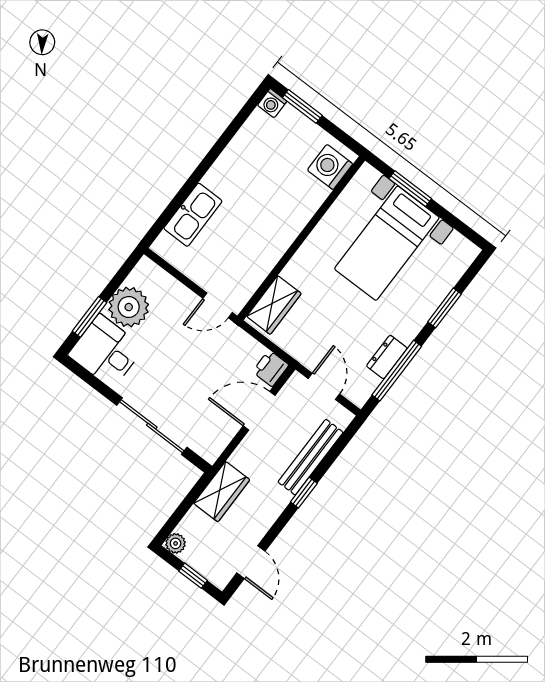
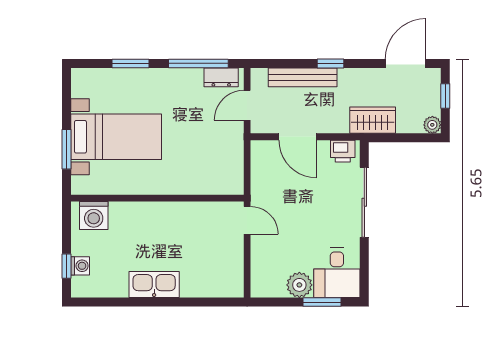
washing machine: (272, 103) -> (80, 266), moved
window: (302, 106) -> (67, 266), width x0.67
kitchen sink: (193, 215) -> (154, 284), moved
wardrobe: (274, 305) -> (218, 182), removed
plant: (129, 307) -> (299, 285), width x0.73, depth x0.73
dresser: (387, 357) -> (221, 77), moved
printer: (271, 368) -> (343, 151), moved
door: (251, 562) -> (406, 63), width x1.37

